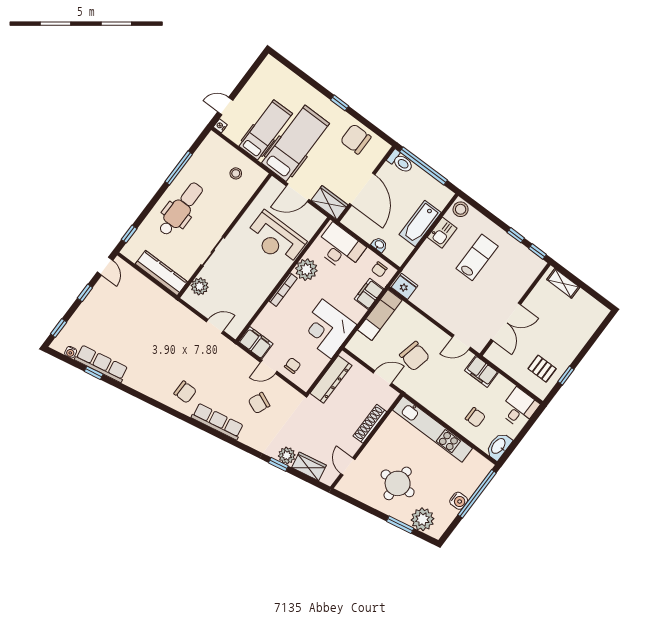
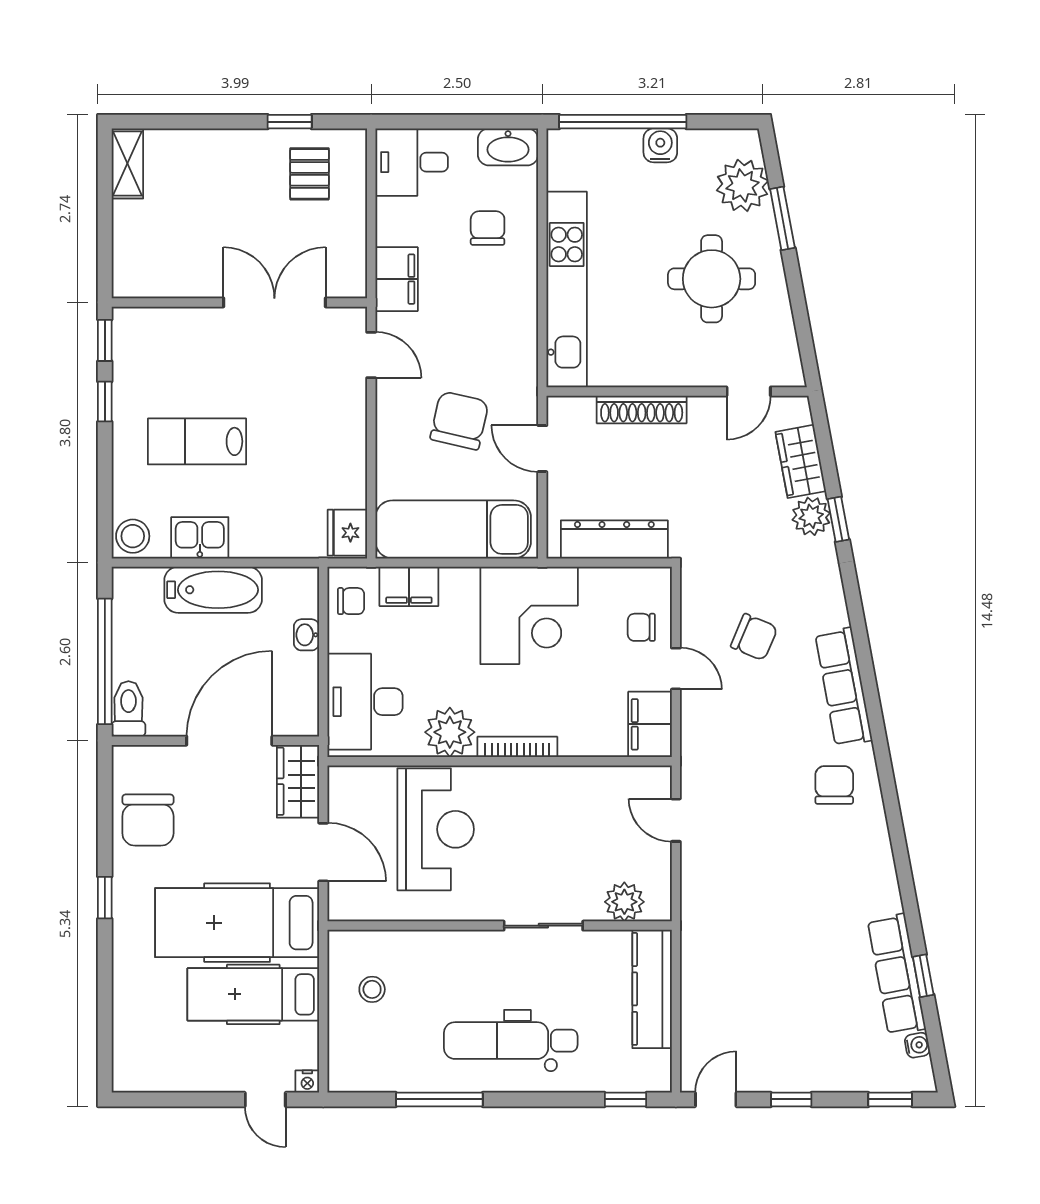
shelving: (563, 283) -> (127, 163), moved
exam couch: (380, 315) -> (453, 529), width x1.36, depth x1.45

